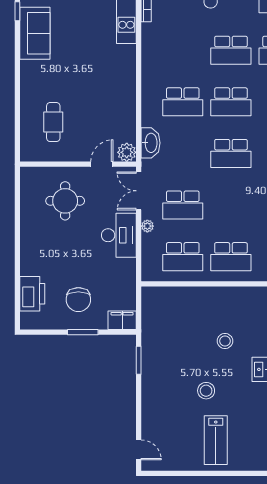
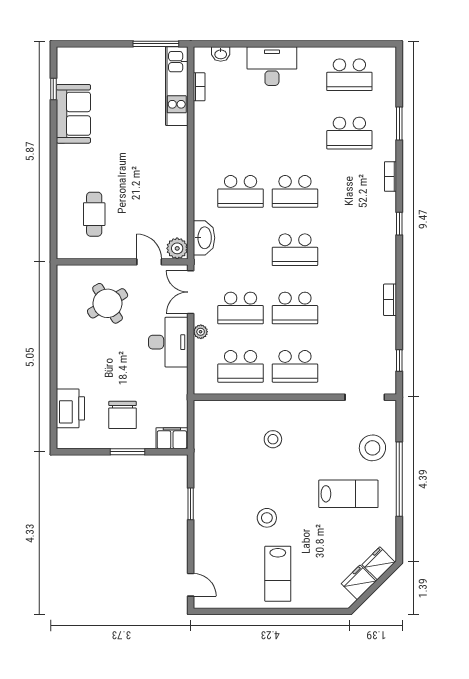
school desk: (231, 50) -> (295, 308), moved
door: (102, 164) -> (149, 262), hinge flipped
round table: (65, 201) -> (108, 303), turned -32
stool: (225, 341) -> (273, 439), moved
window: (139, 360) -> (191, 504), moved

